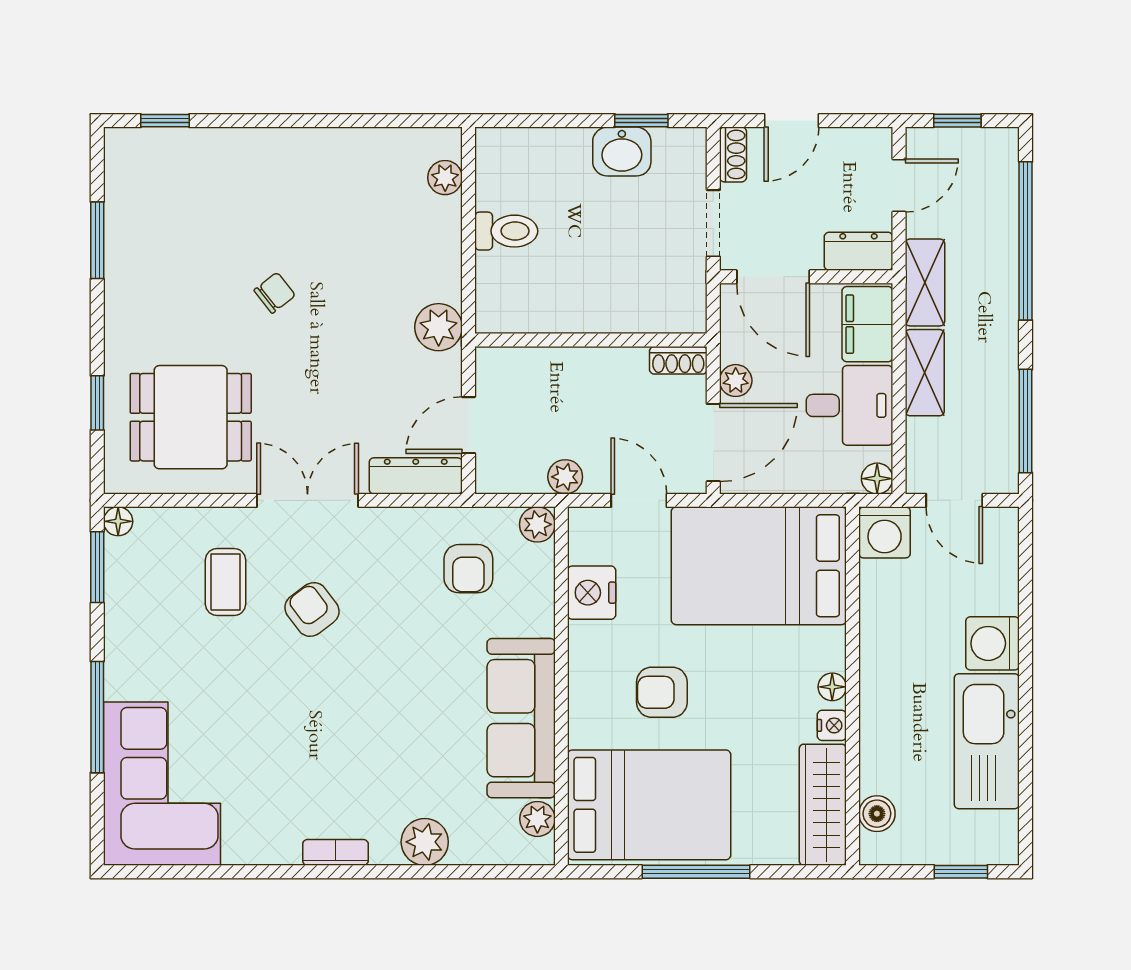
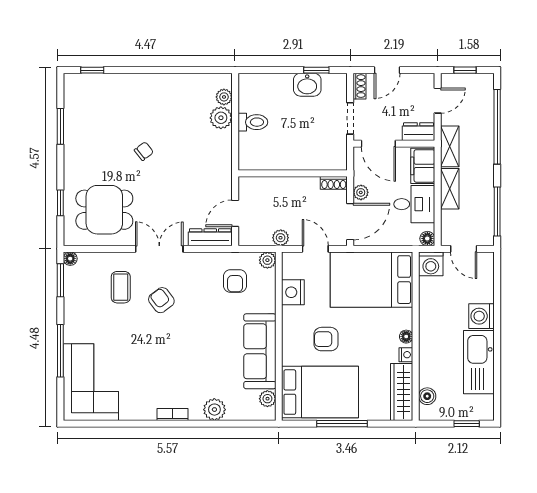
plant: (439, 327) -> (221, 118), moved

